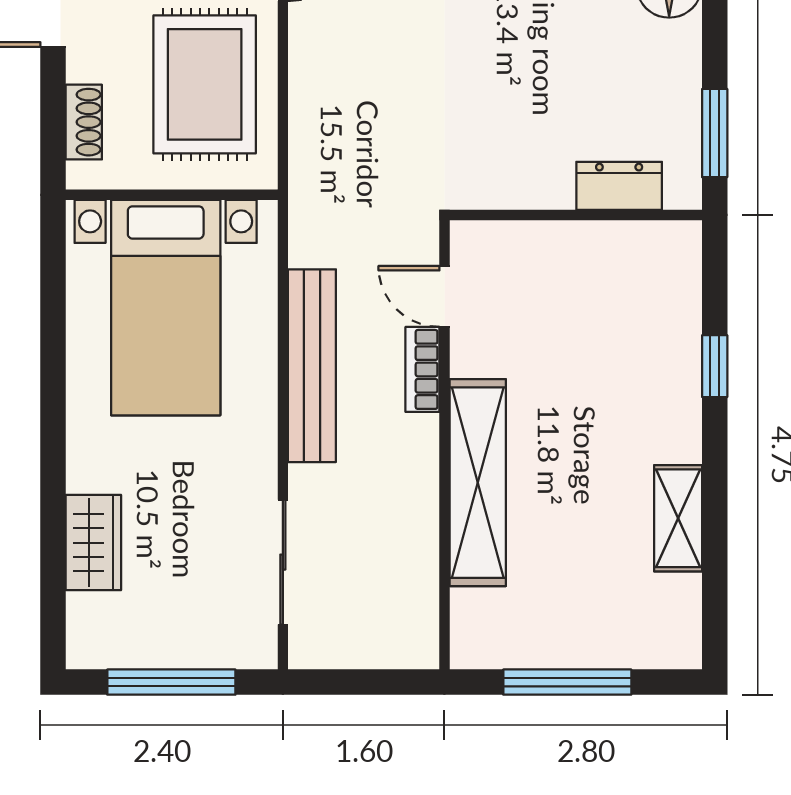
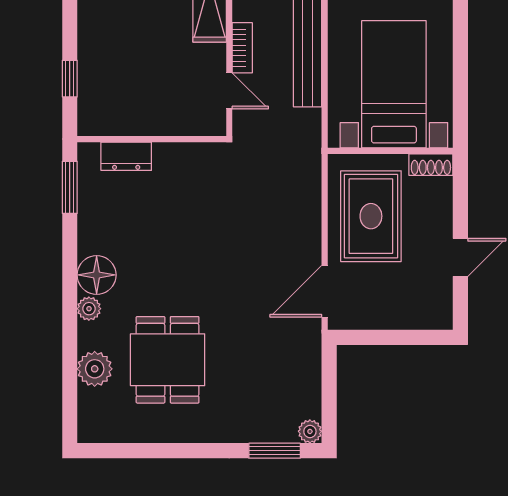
shoe rack: (84, 122) -> (431, 165), moved, turned -90
window: (715, 366) -> (70, 79), moved

